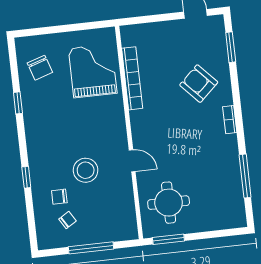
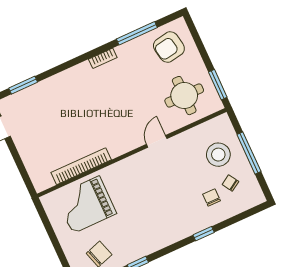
armchair: (199, 84) -> (169, 47), moved, turned 33
bookcase: (230, 120) -> (103, 58), moved
stool: (86, 170) -> (218, 155), moved
chair: (59, 197) -> (211, 197), turned 180

